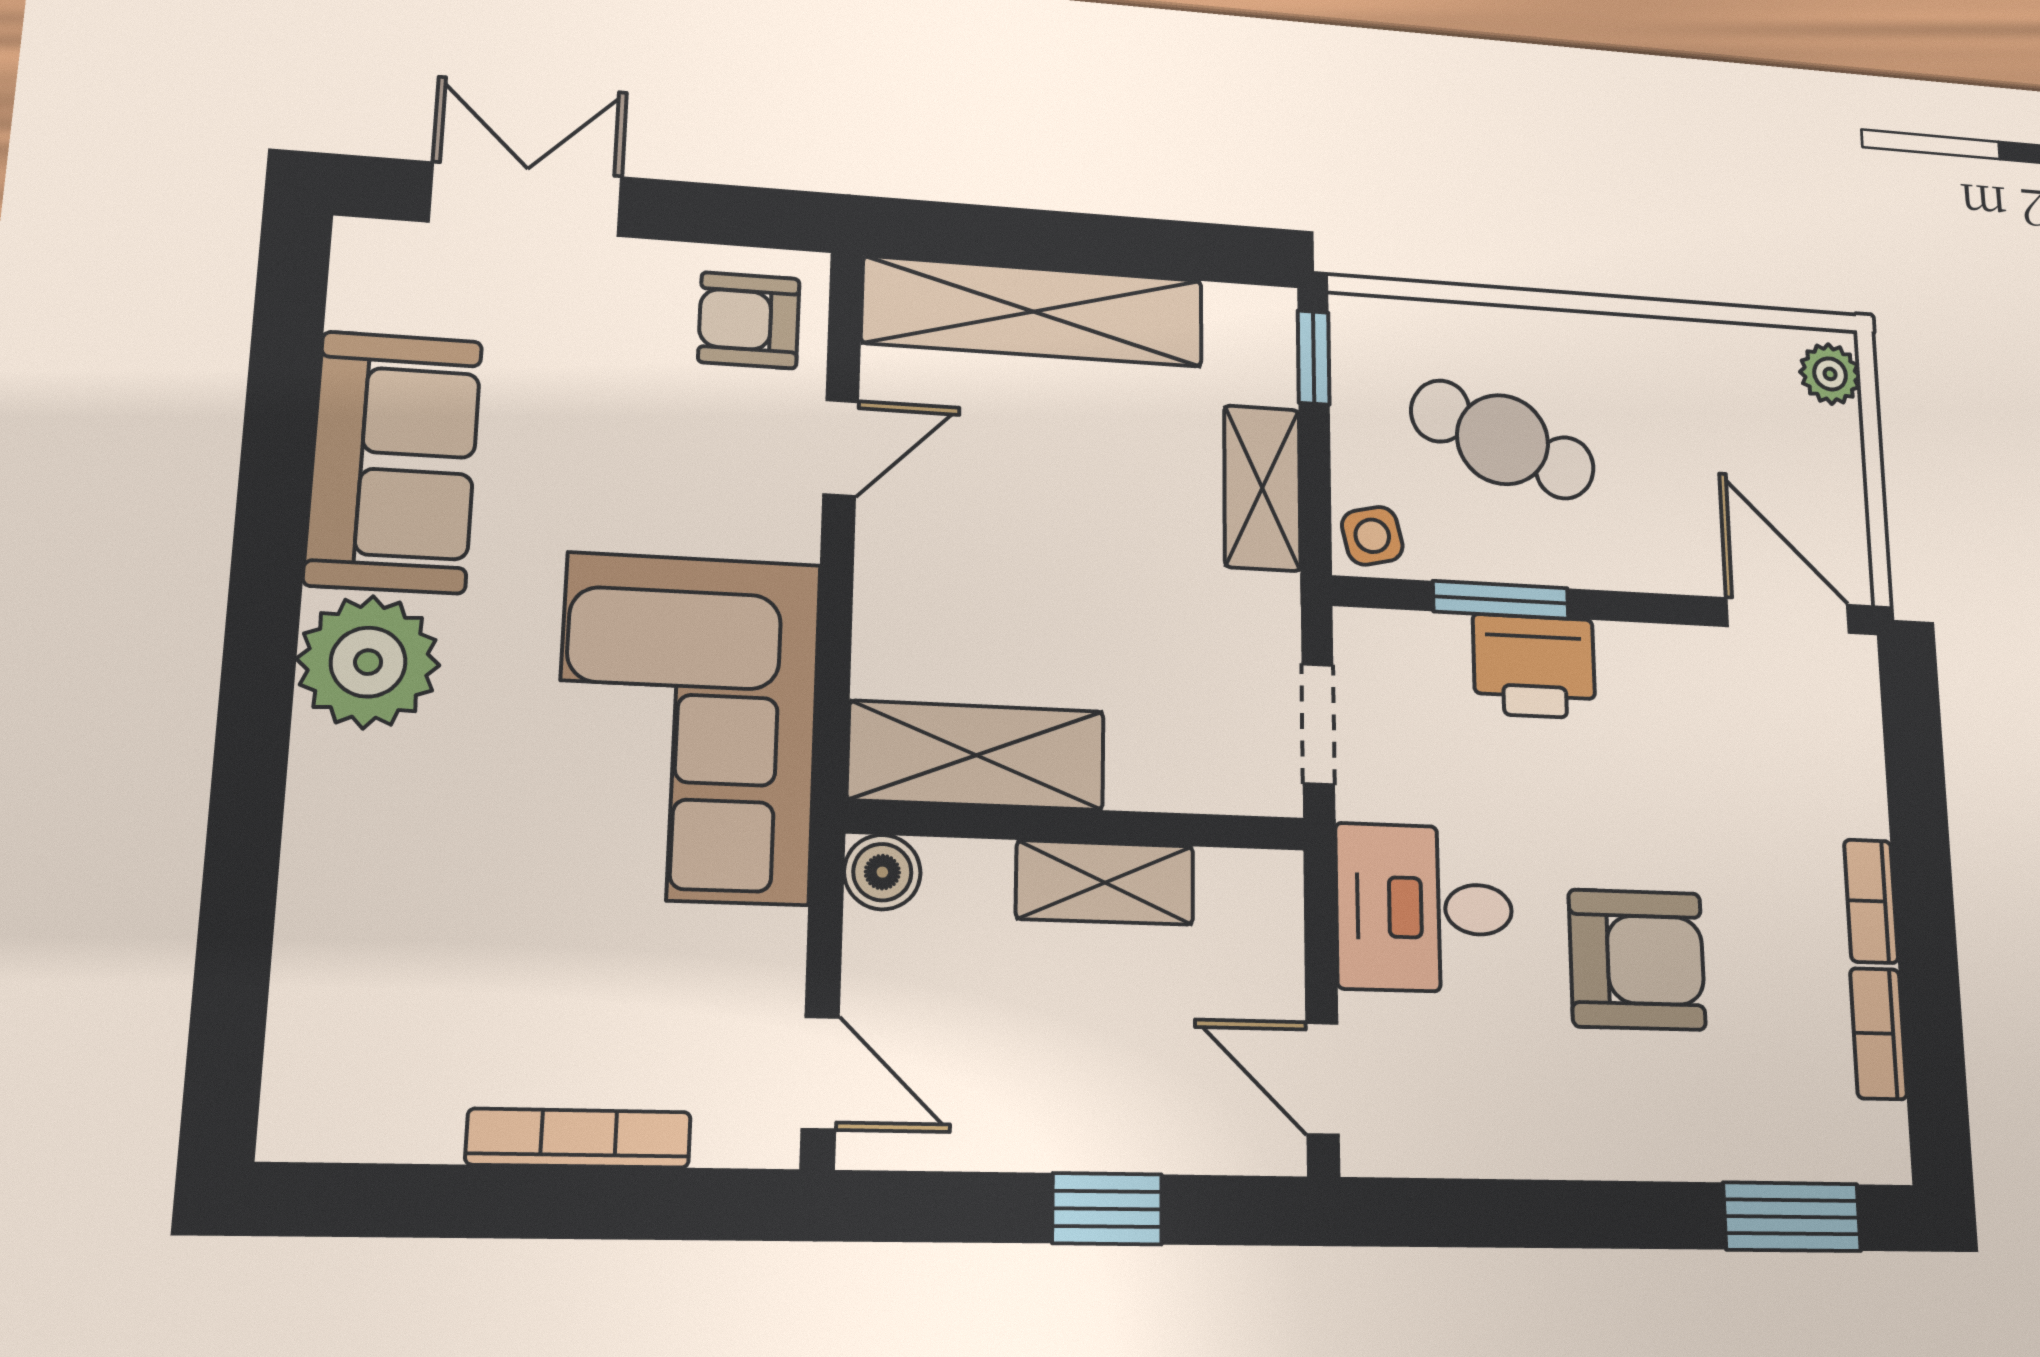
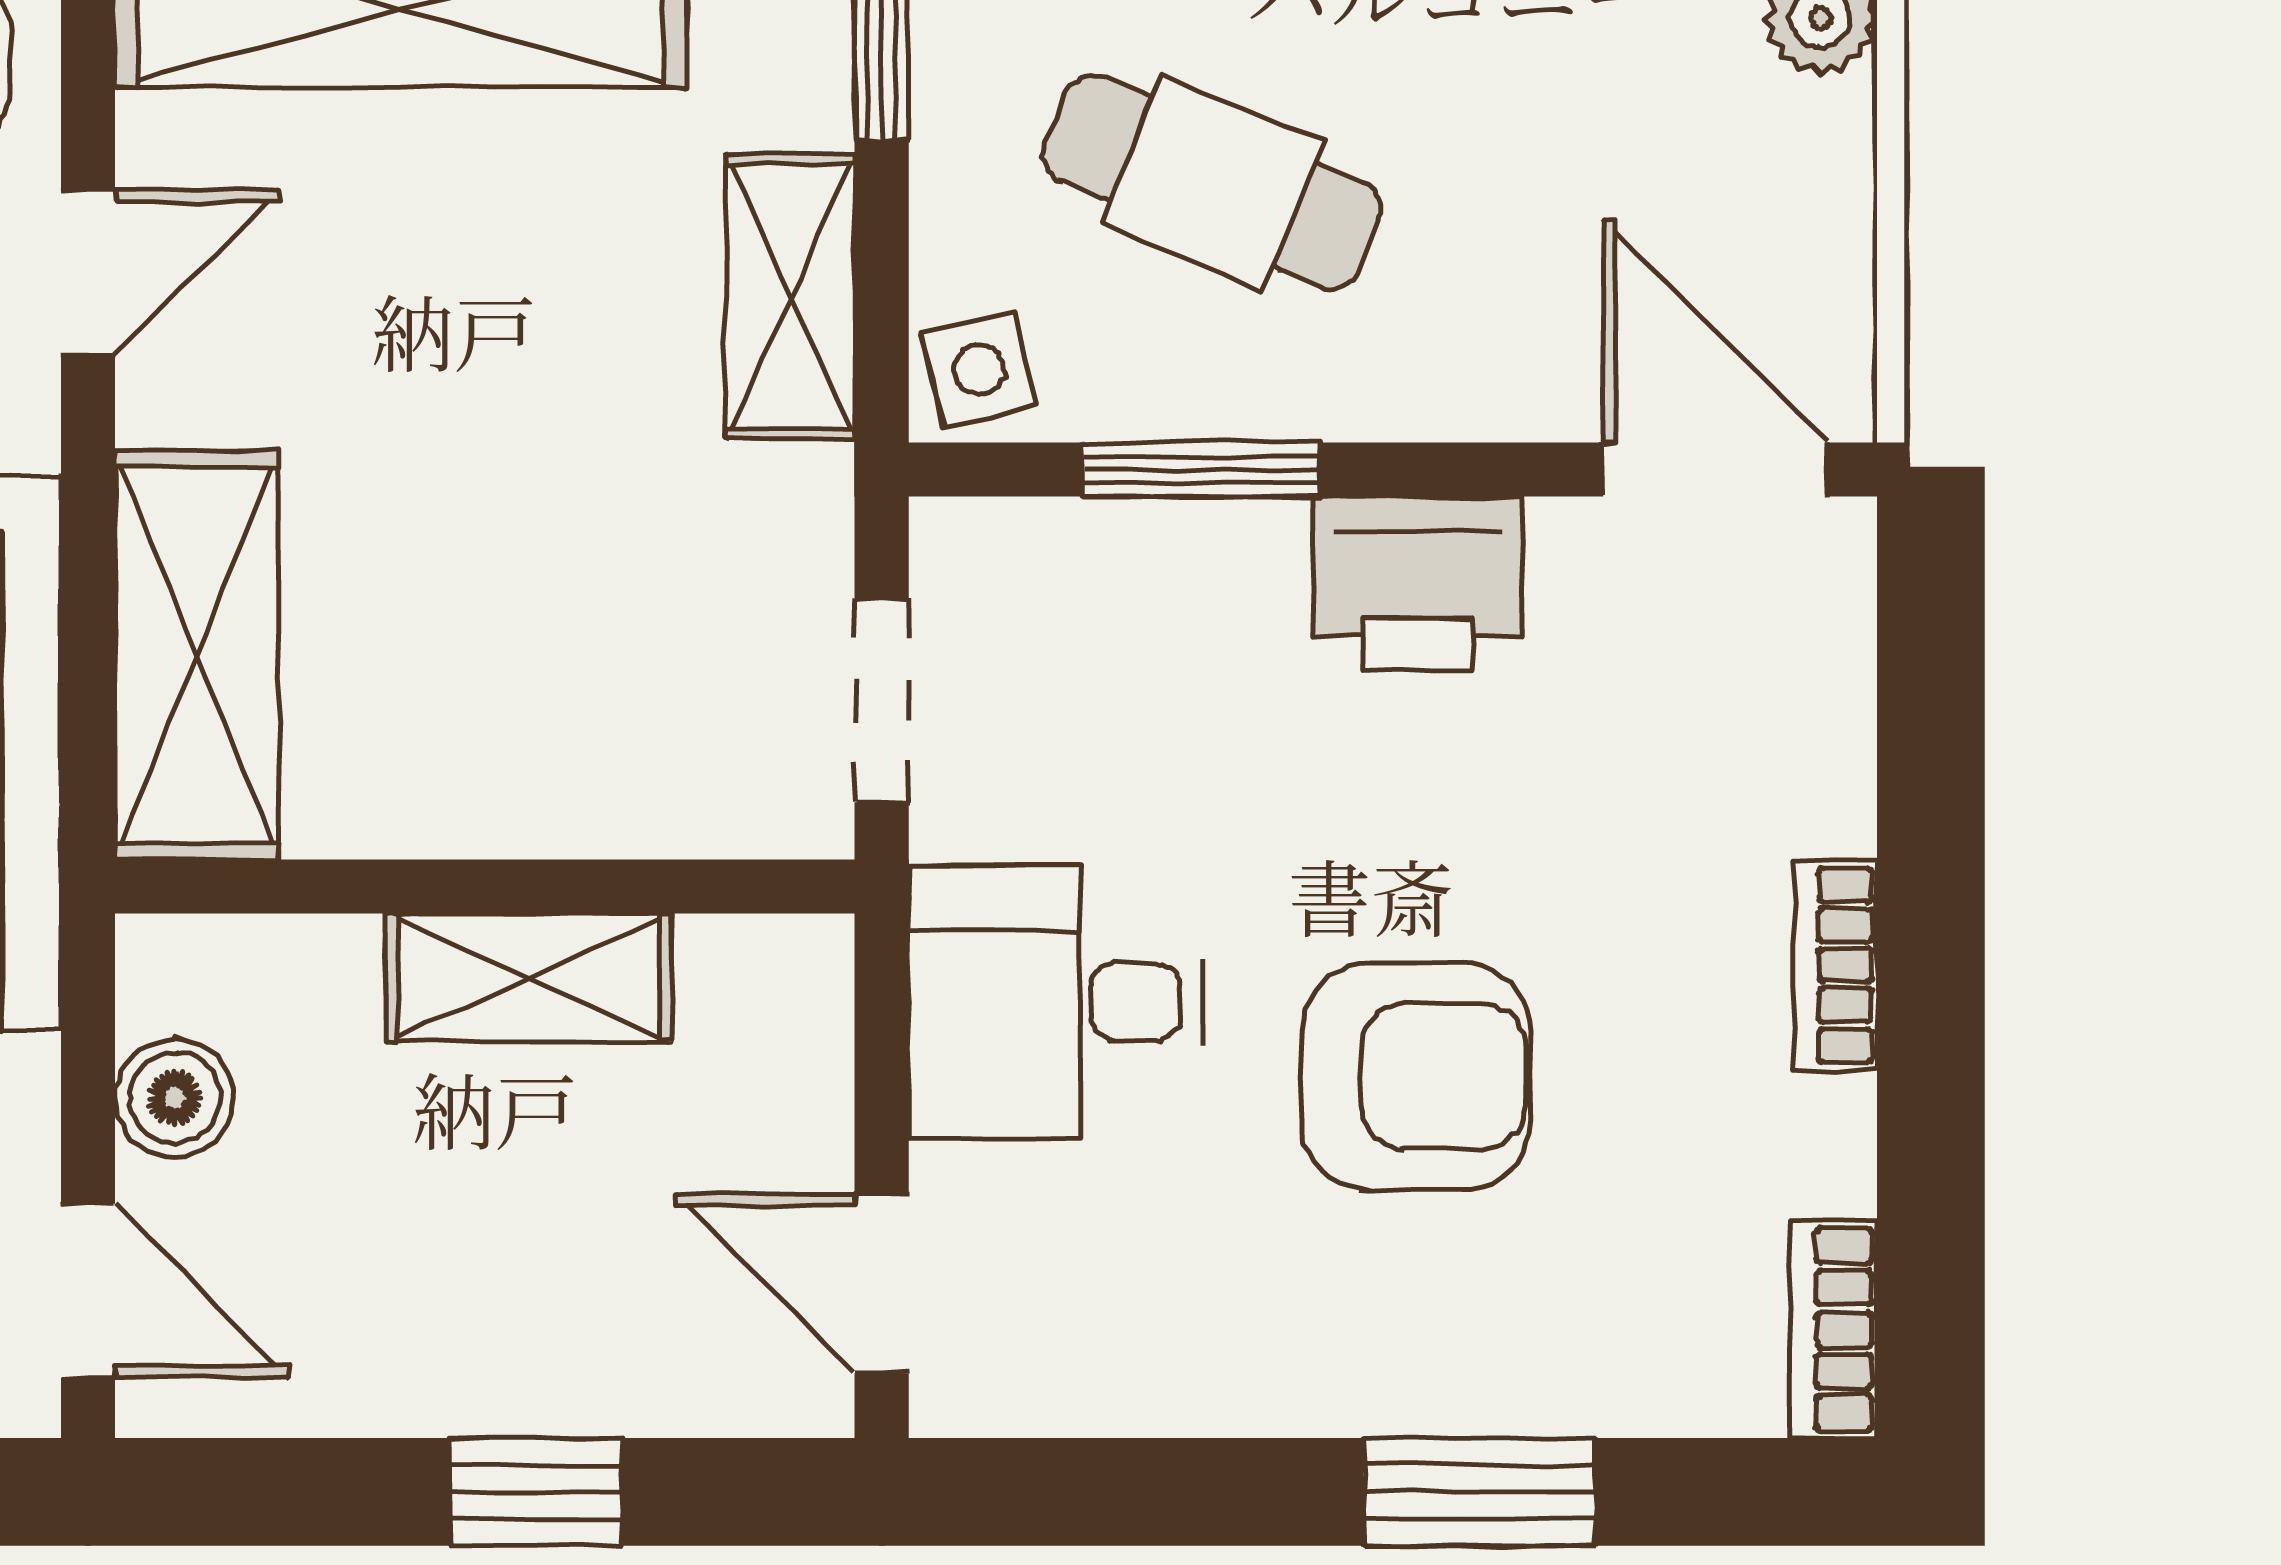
printer: (1534, 666) -> (1418, 583), moved
shelving: (976, 755) -> (197, 655), moved, turned 90
boiler: (882, 872) -> (175, 1098), moved
bookcase: (1878, 1034) -> (1834, 1329), moved
window: (1792, 1217) -> (1480, 1492), moved

